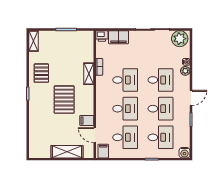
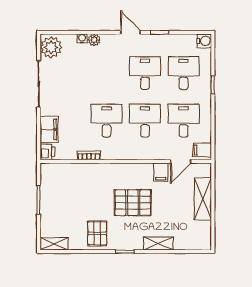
pallet: (41, 73) -> (97, 233), turned 90
shelving: (89, 74) -> (158, 243), moved
desk: (160, 80) -> (106, 73), removed

